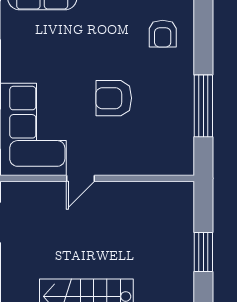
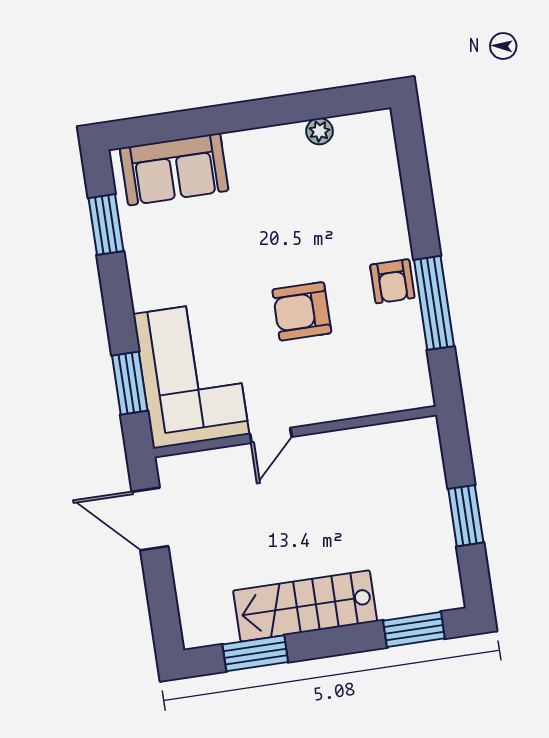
armchair: (163, 34) -> (392, 281), moved

